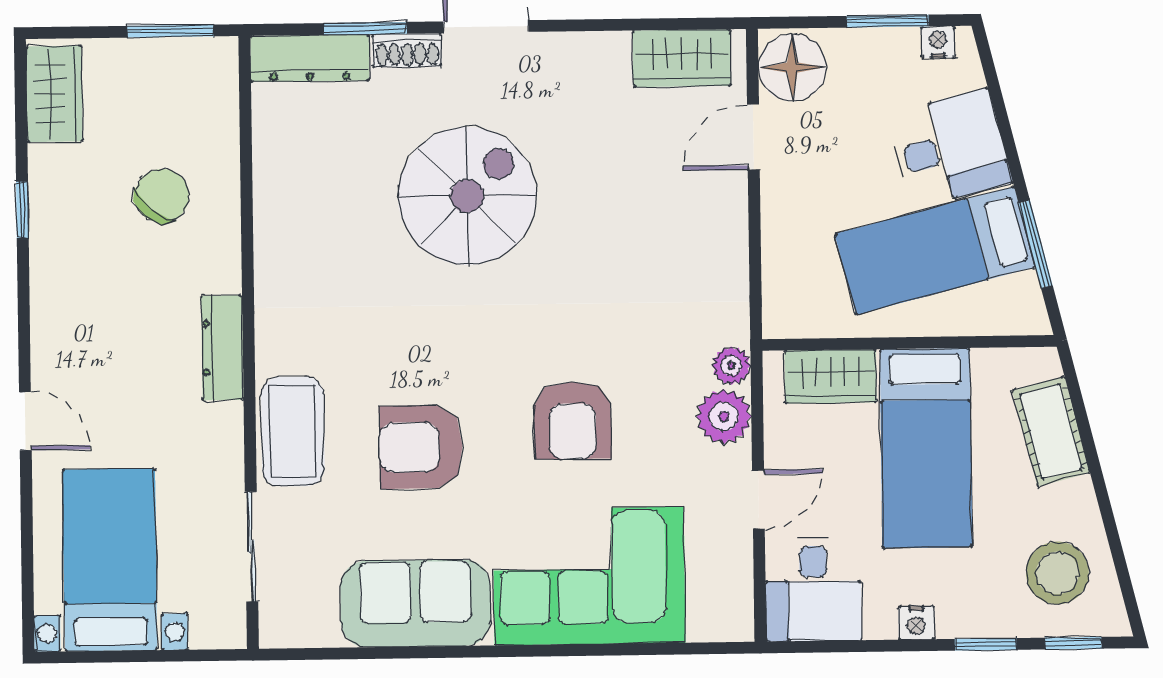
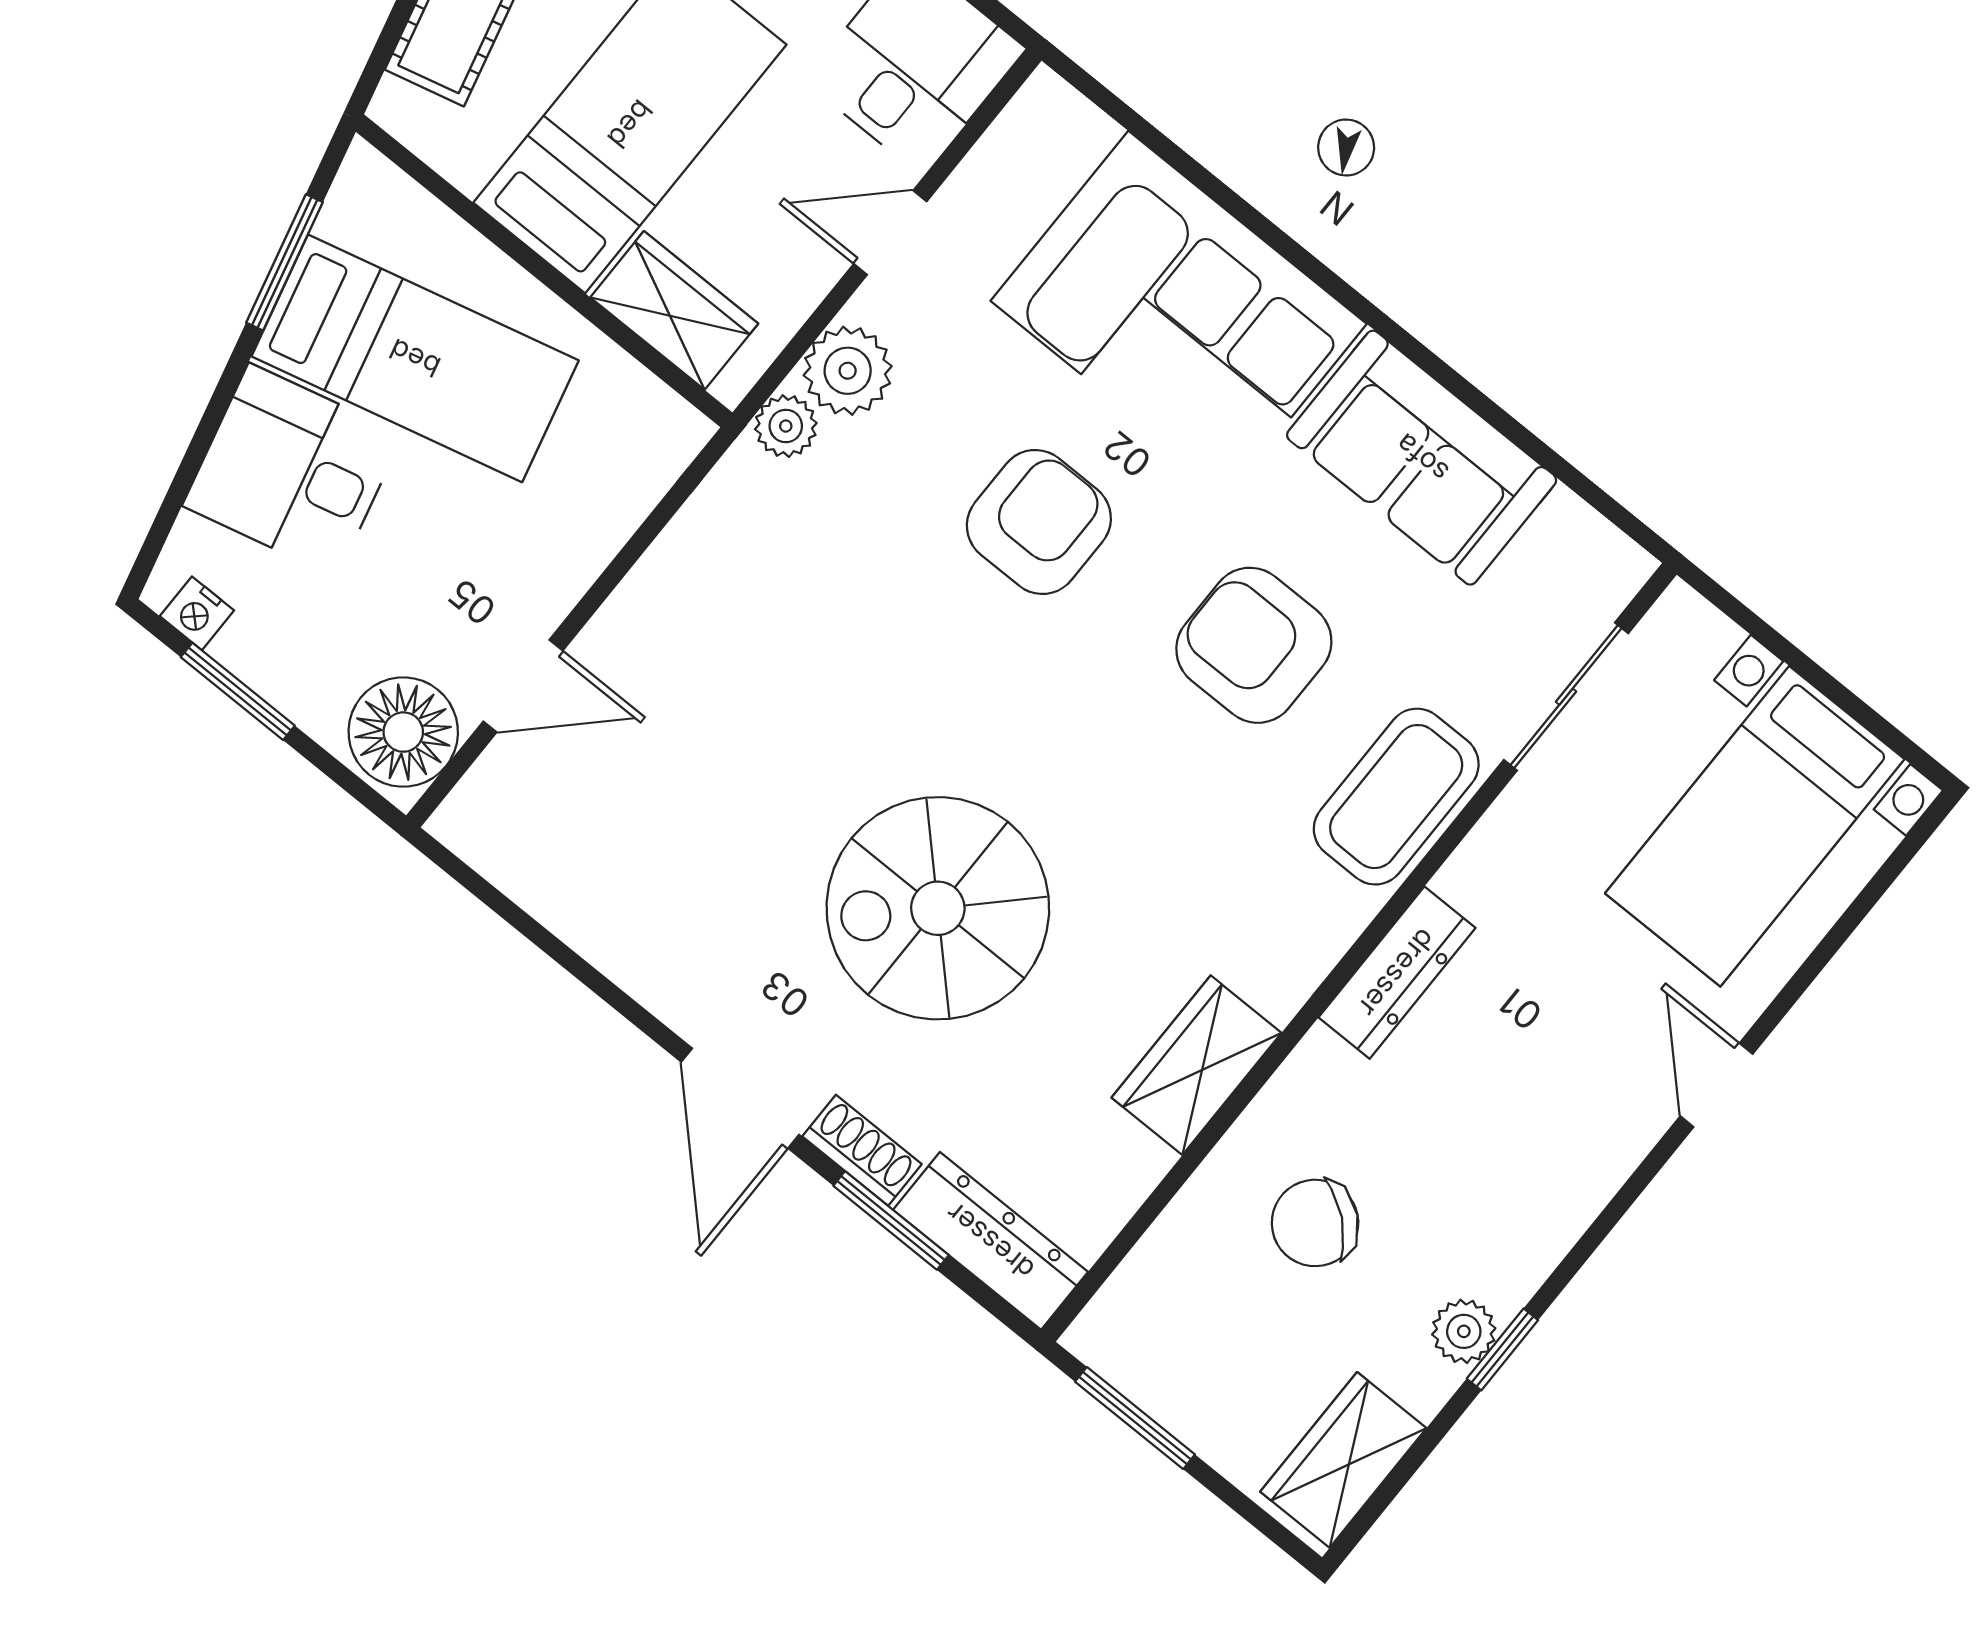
wardrobe: (682, 58) -> (1197, 1065), moved, turned -90
plant: (48, 203) -> (1464, 1331), added
armchair: (421, 447) -> (1254, 645), turned 180

